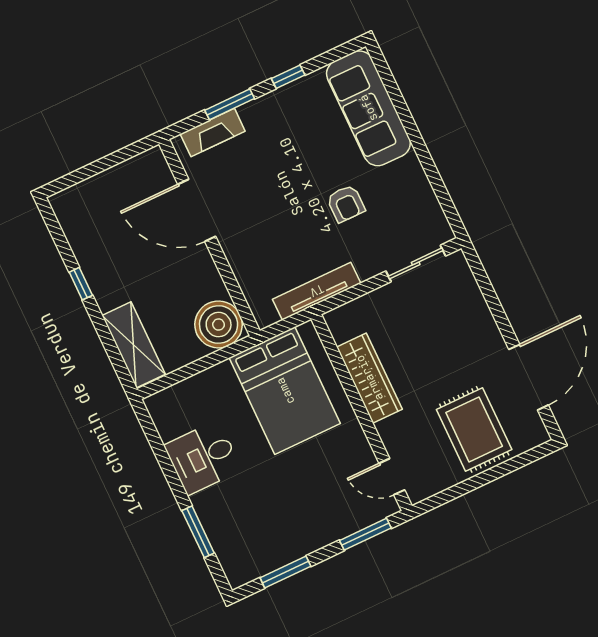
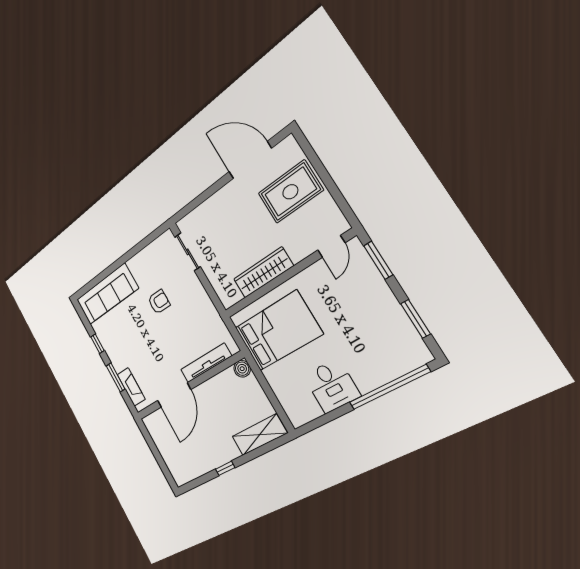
tv unit: (317, 291) -> (206, 363), moved, turned 90
boiler: (219, 324) -> (242, 369), width x0.54, depth x0.54
window: (198, 532) -> (389, 387), width x2.11

